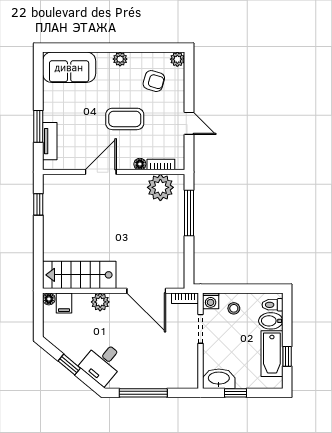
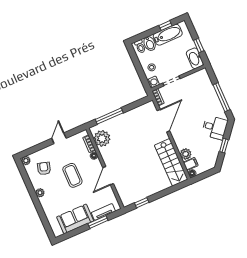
sofa: (69, 67) -> (75, 219), moved, turned -90
door: (101, 172) -> (108, 176), hinge flipped
plant: (100, 302) -> (186, 154), moved

